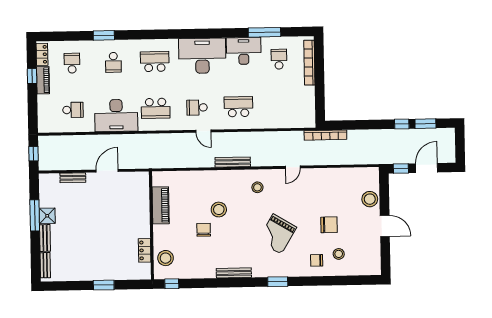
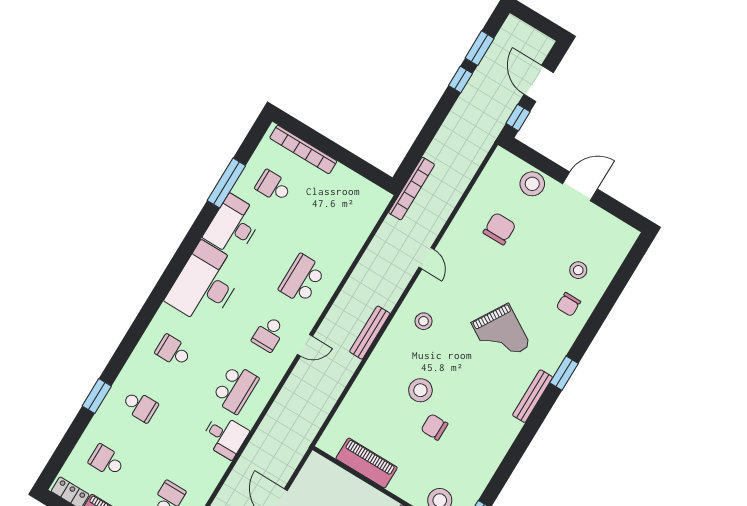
school desk: (155, 62) -> (173, 351), width x0.54
desk: (116, 115) -> (225, 436), width x0.53, depth x0.77
chair: (329, 225) -> (499, 229), moved
bench: (234, 273) -> (533, 396), moved

